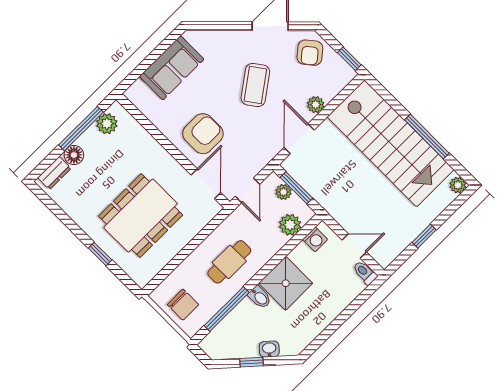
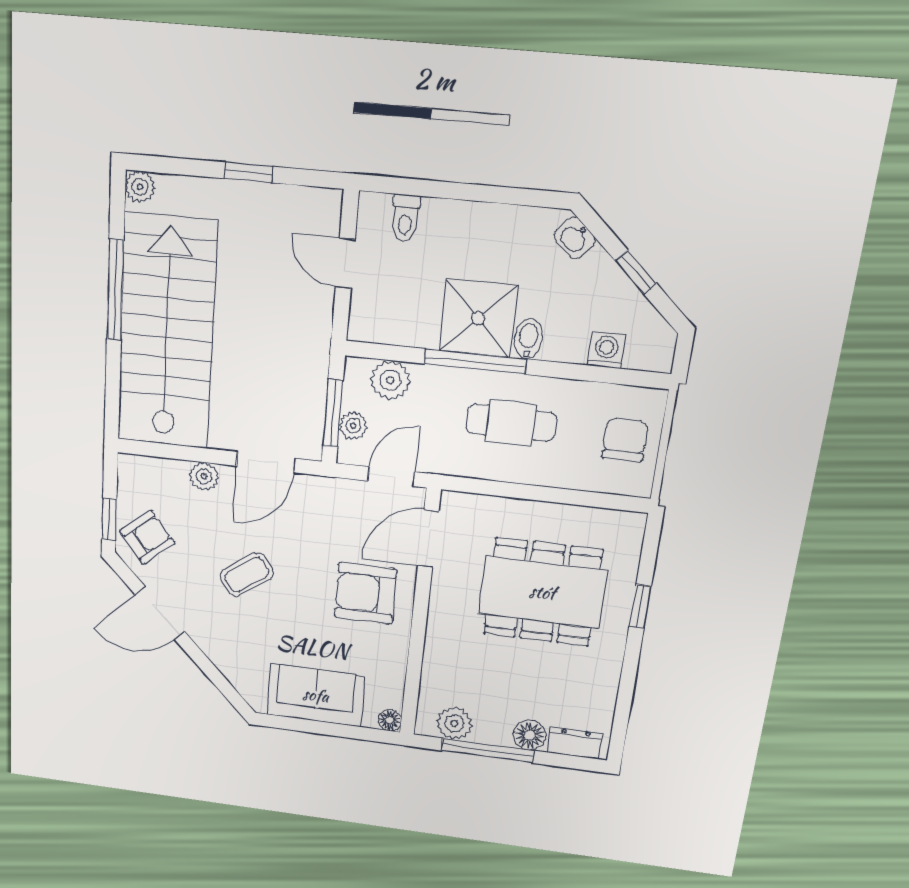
window: (349, 59) -> (109, 519), moved
coffee table: (255, 85) -> (247, 575), width x0.73, depth x0.77
floor lamp: (132, 94) -> (390, 720), added
washing machine: (315, 239) -> (606, 350), moved
toilet: (365, 273) -> (405, 218), moved
window: (227, 309) -> (475, 361), moved
washbasin: (269, 349) -> (575, 238), moved

